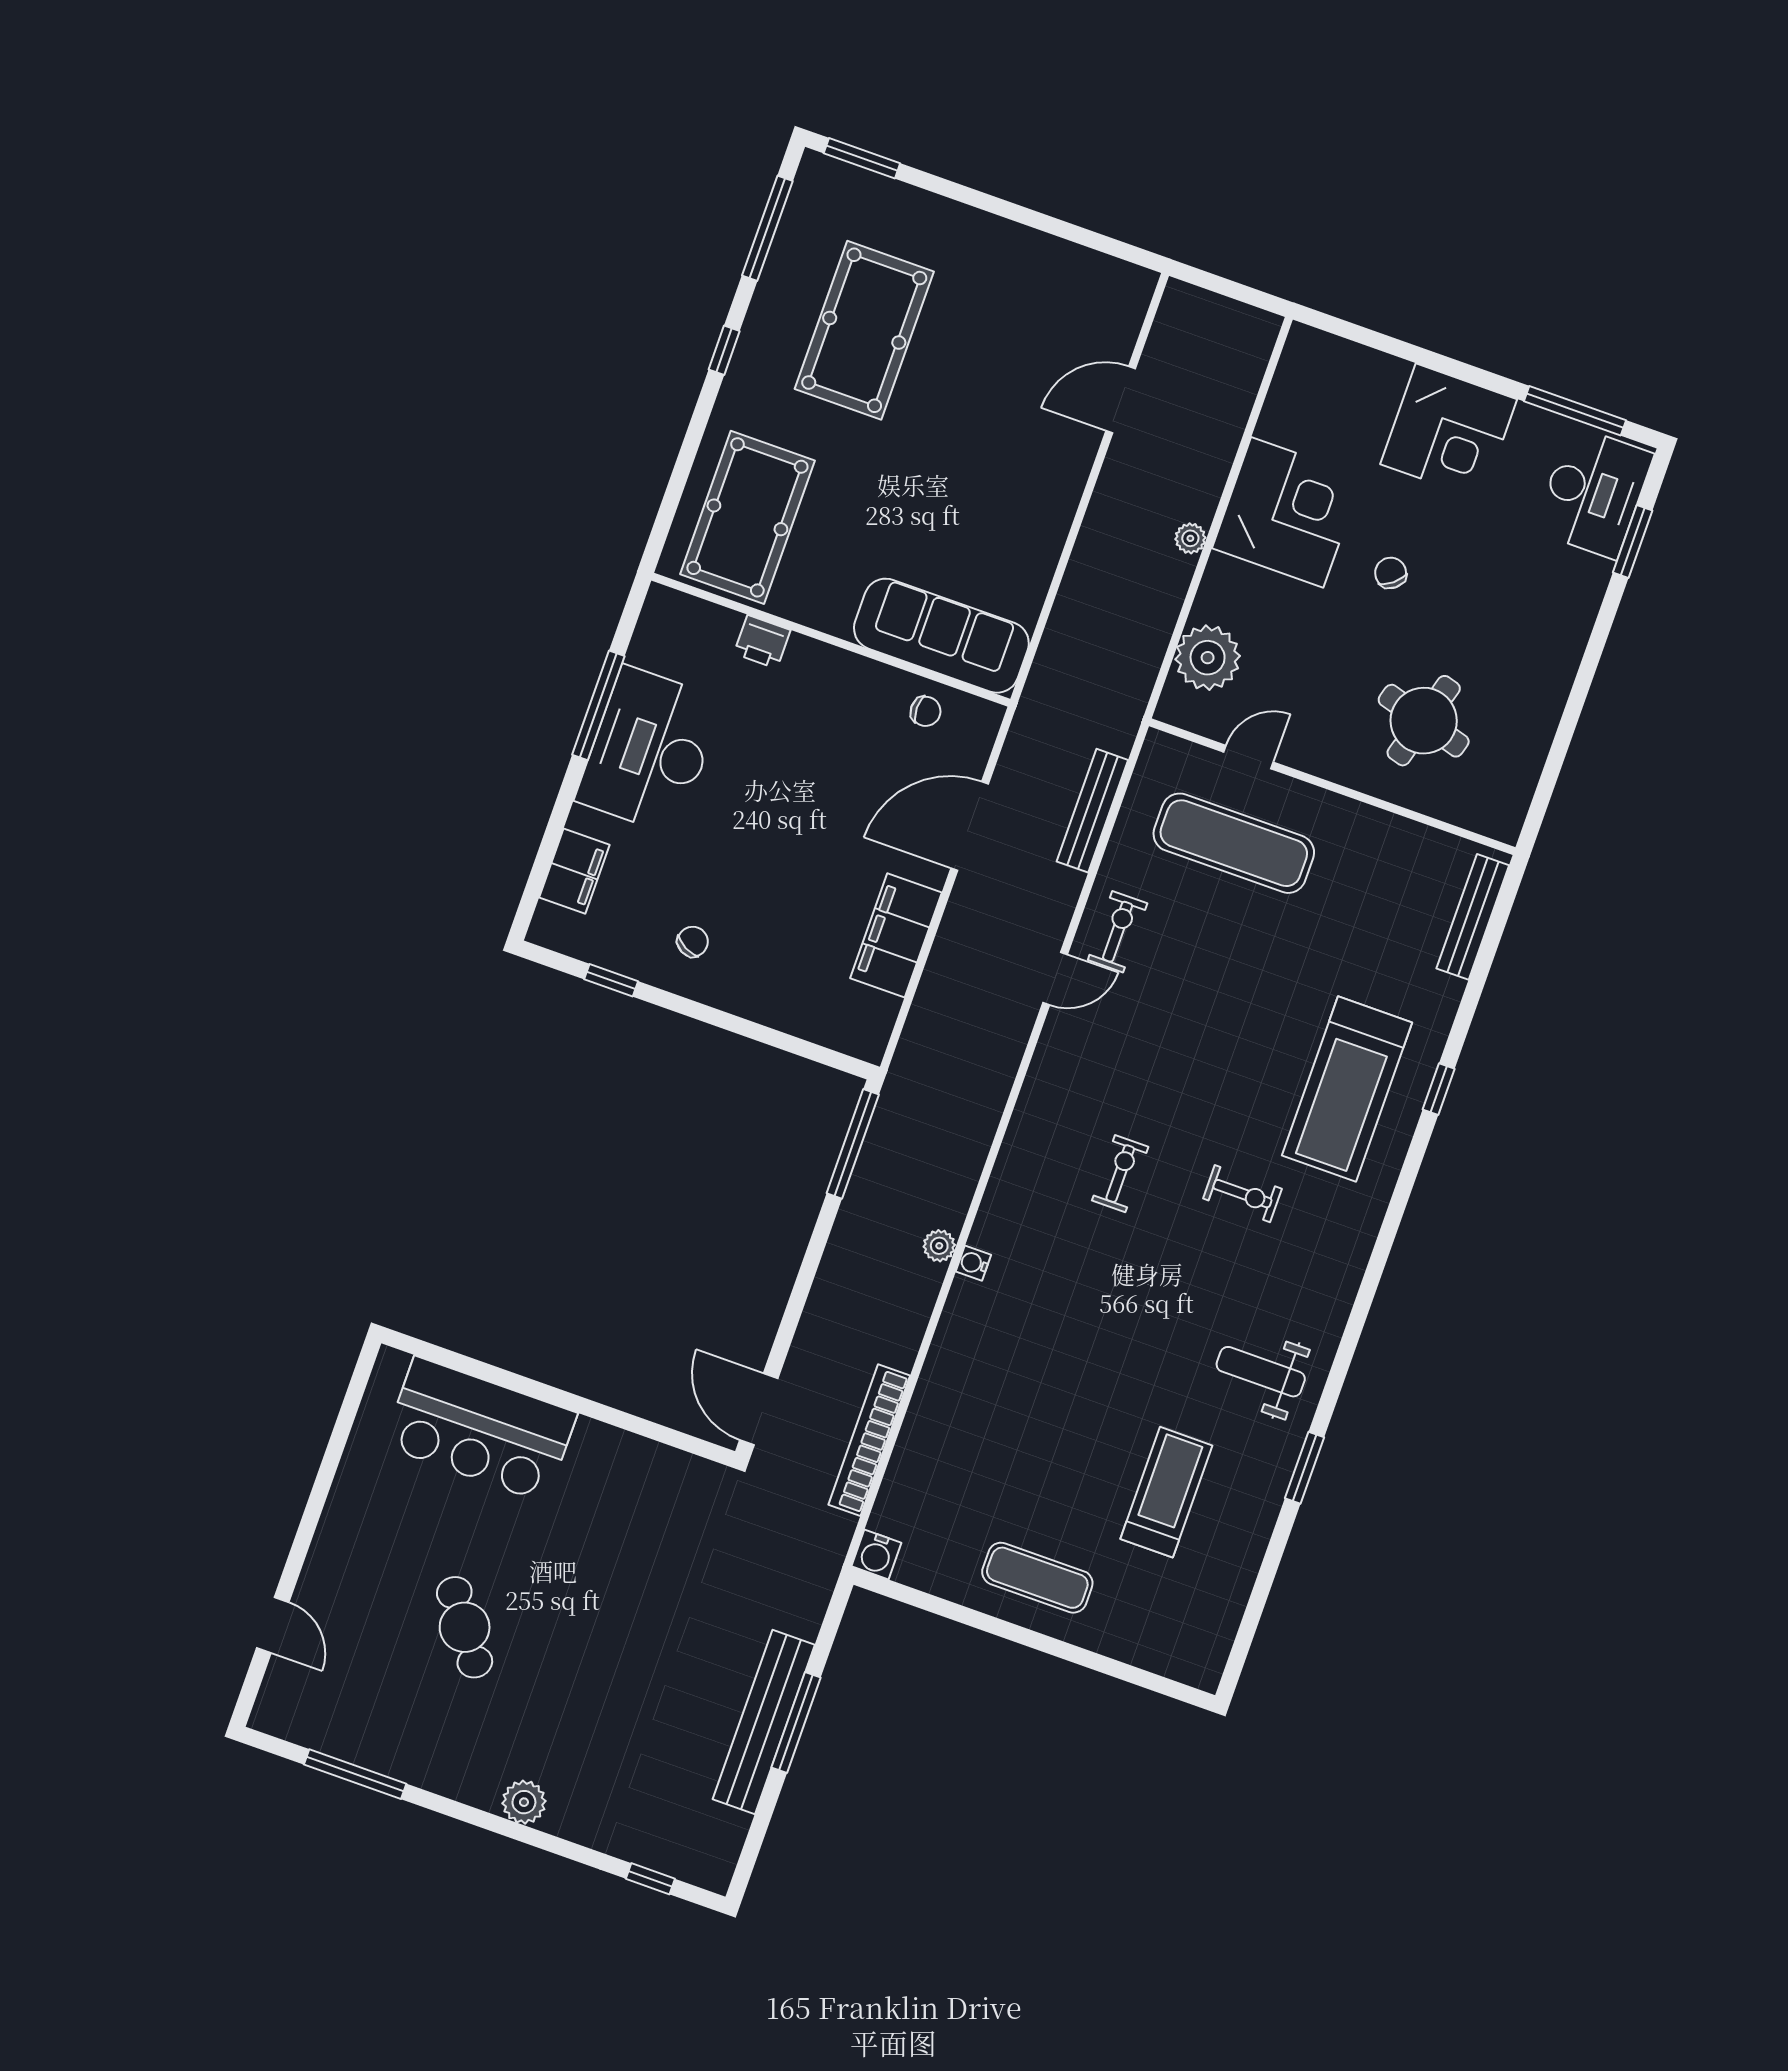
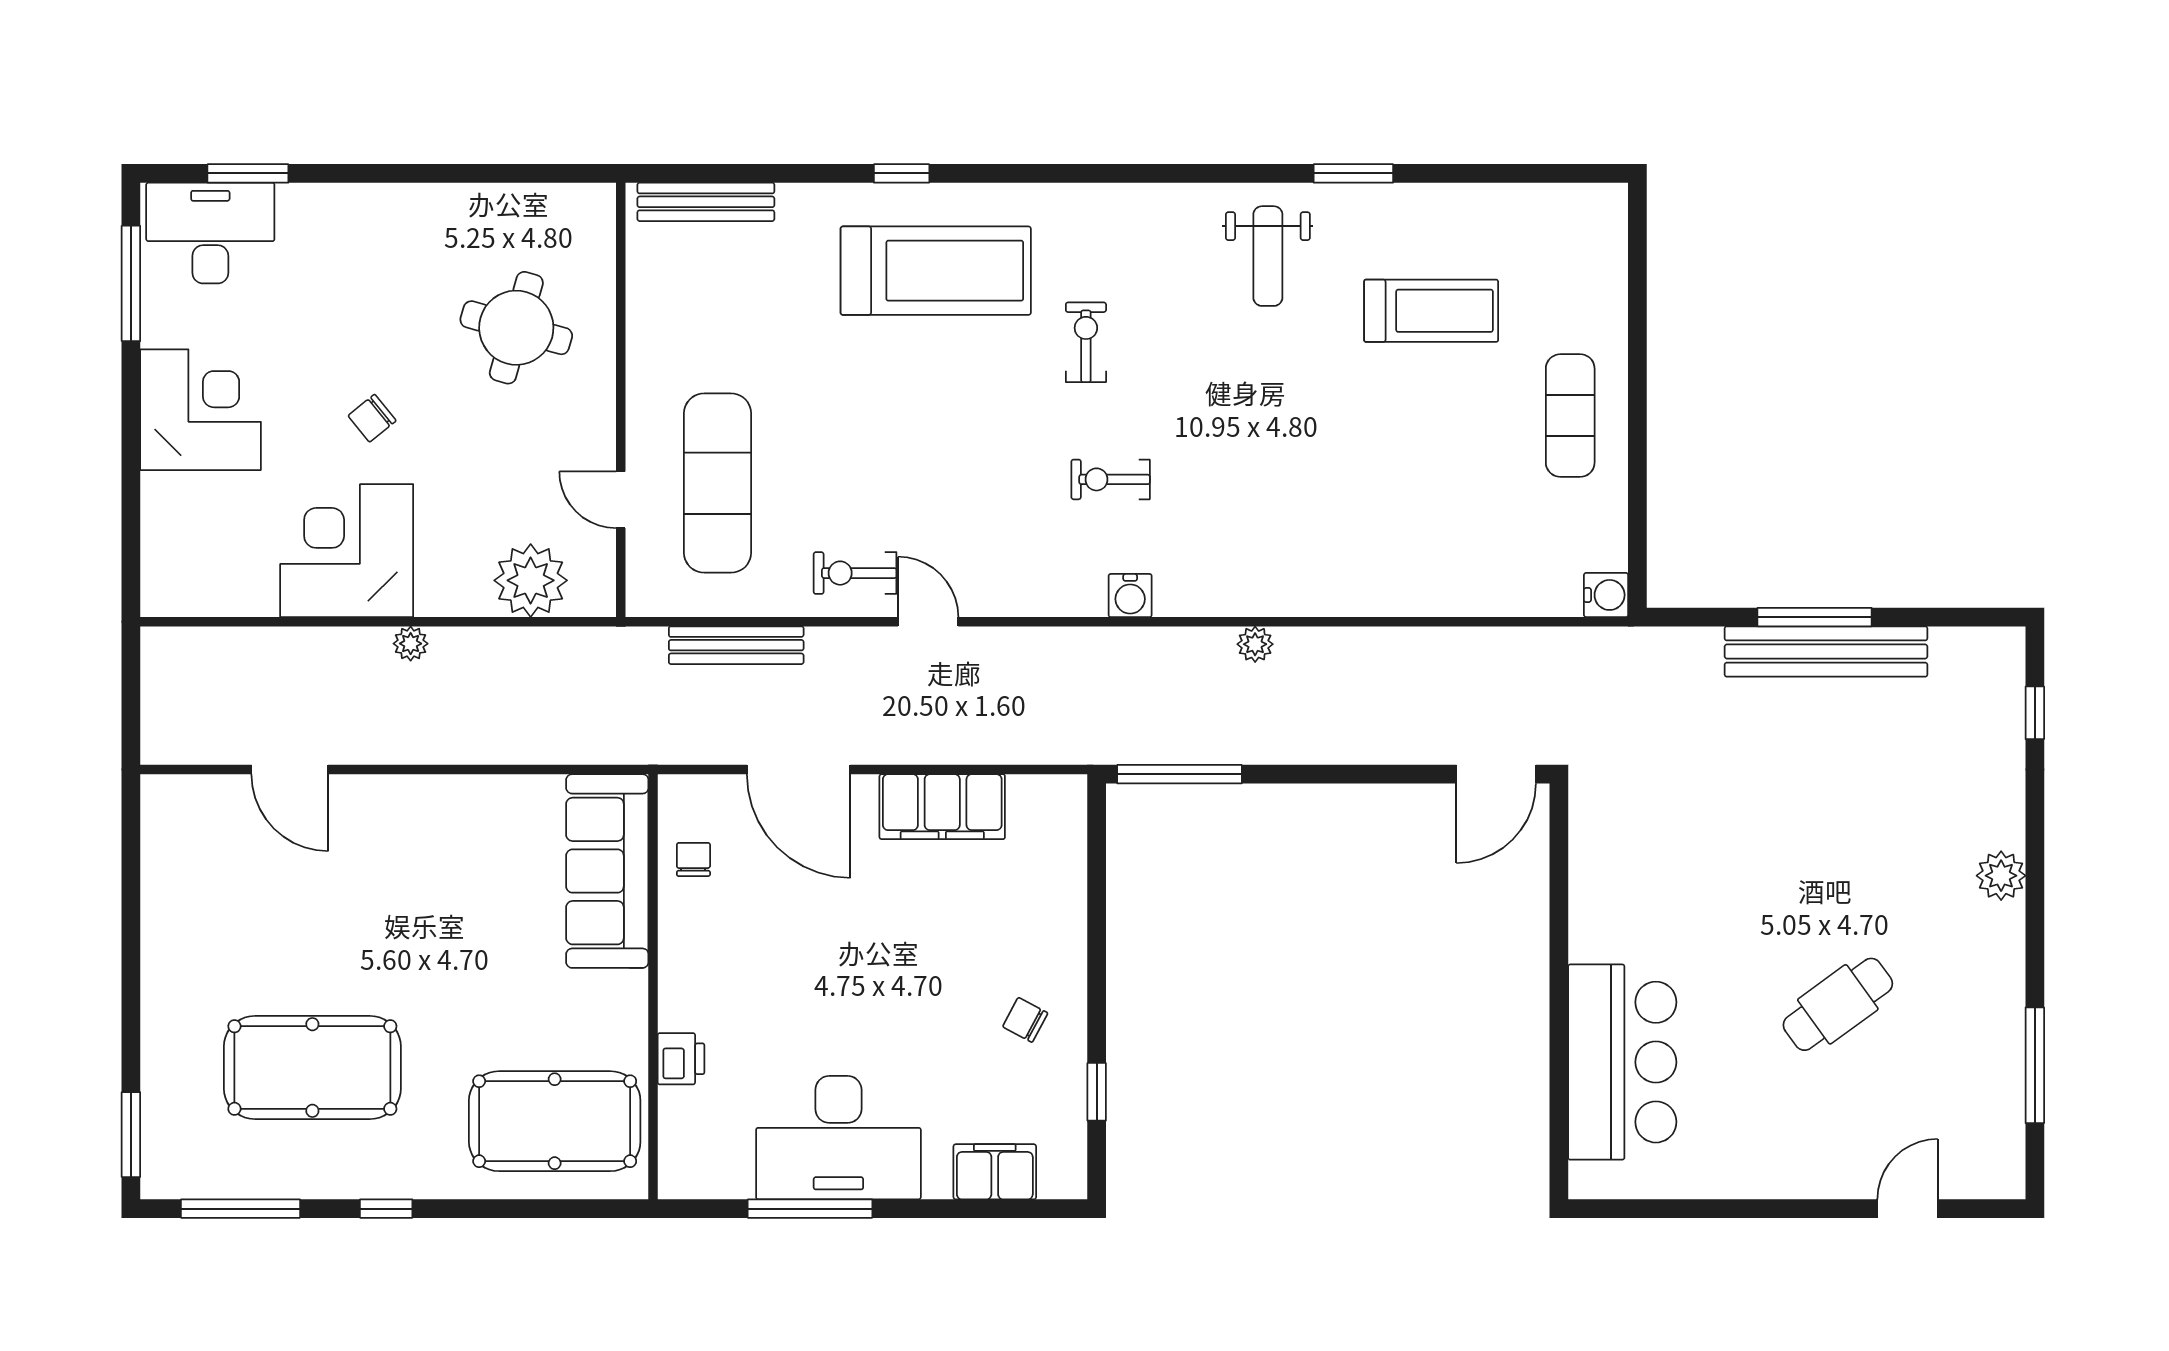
water cooler: (973, 1263) -> (1130, 596), moved, width x1.38, depth x1.38
bookcase: (869, 1440) -> (1487, 645), removed
treadmill: (1166, 1492) -> (1431, 311), turned 180

